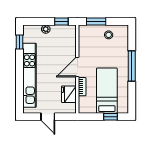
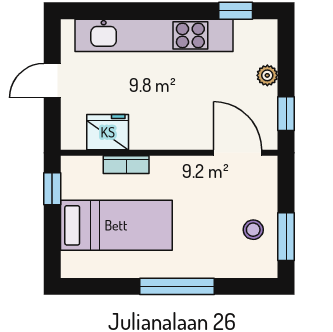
window: (96, 22) -> (286, 237), moved
door: (77, 67) -> (238, 153), moved
window: (111, 117) -> (52, 189), moved

